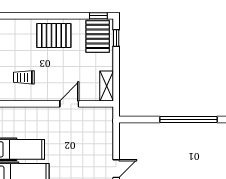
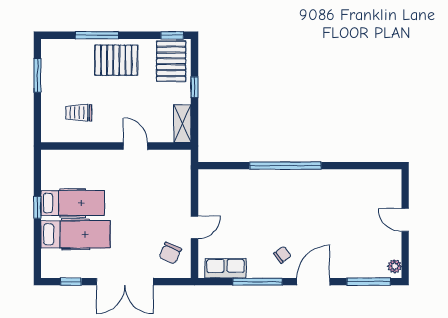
window: (38, 16) -> (97, 35), added
window: (116, 38) -> (194, 87), moved
door: (69, 104) -> (136, 146), hinge flipped

